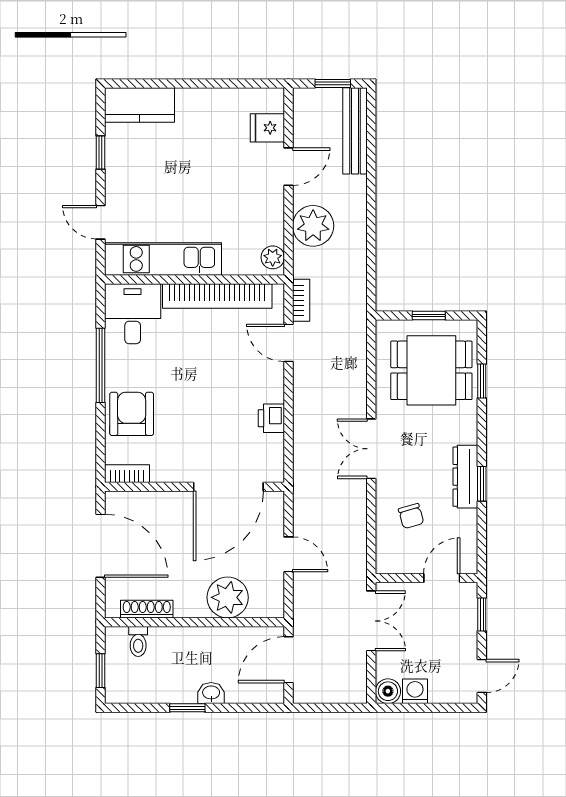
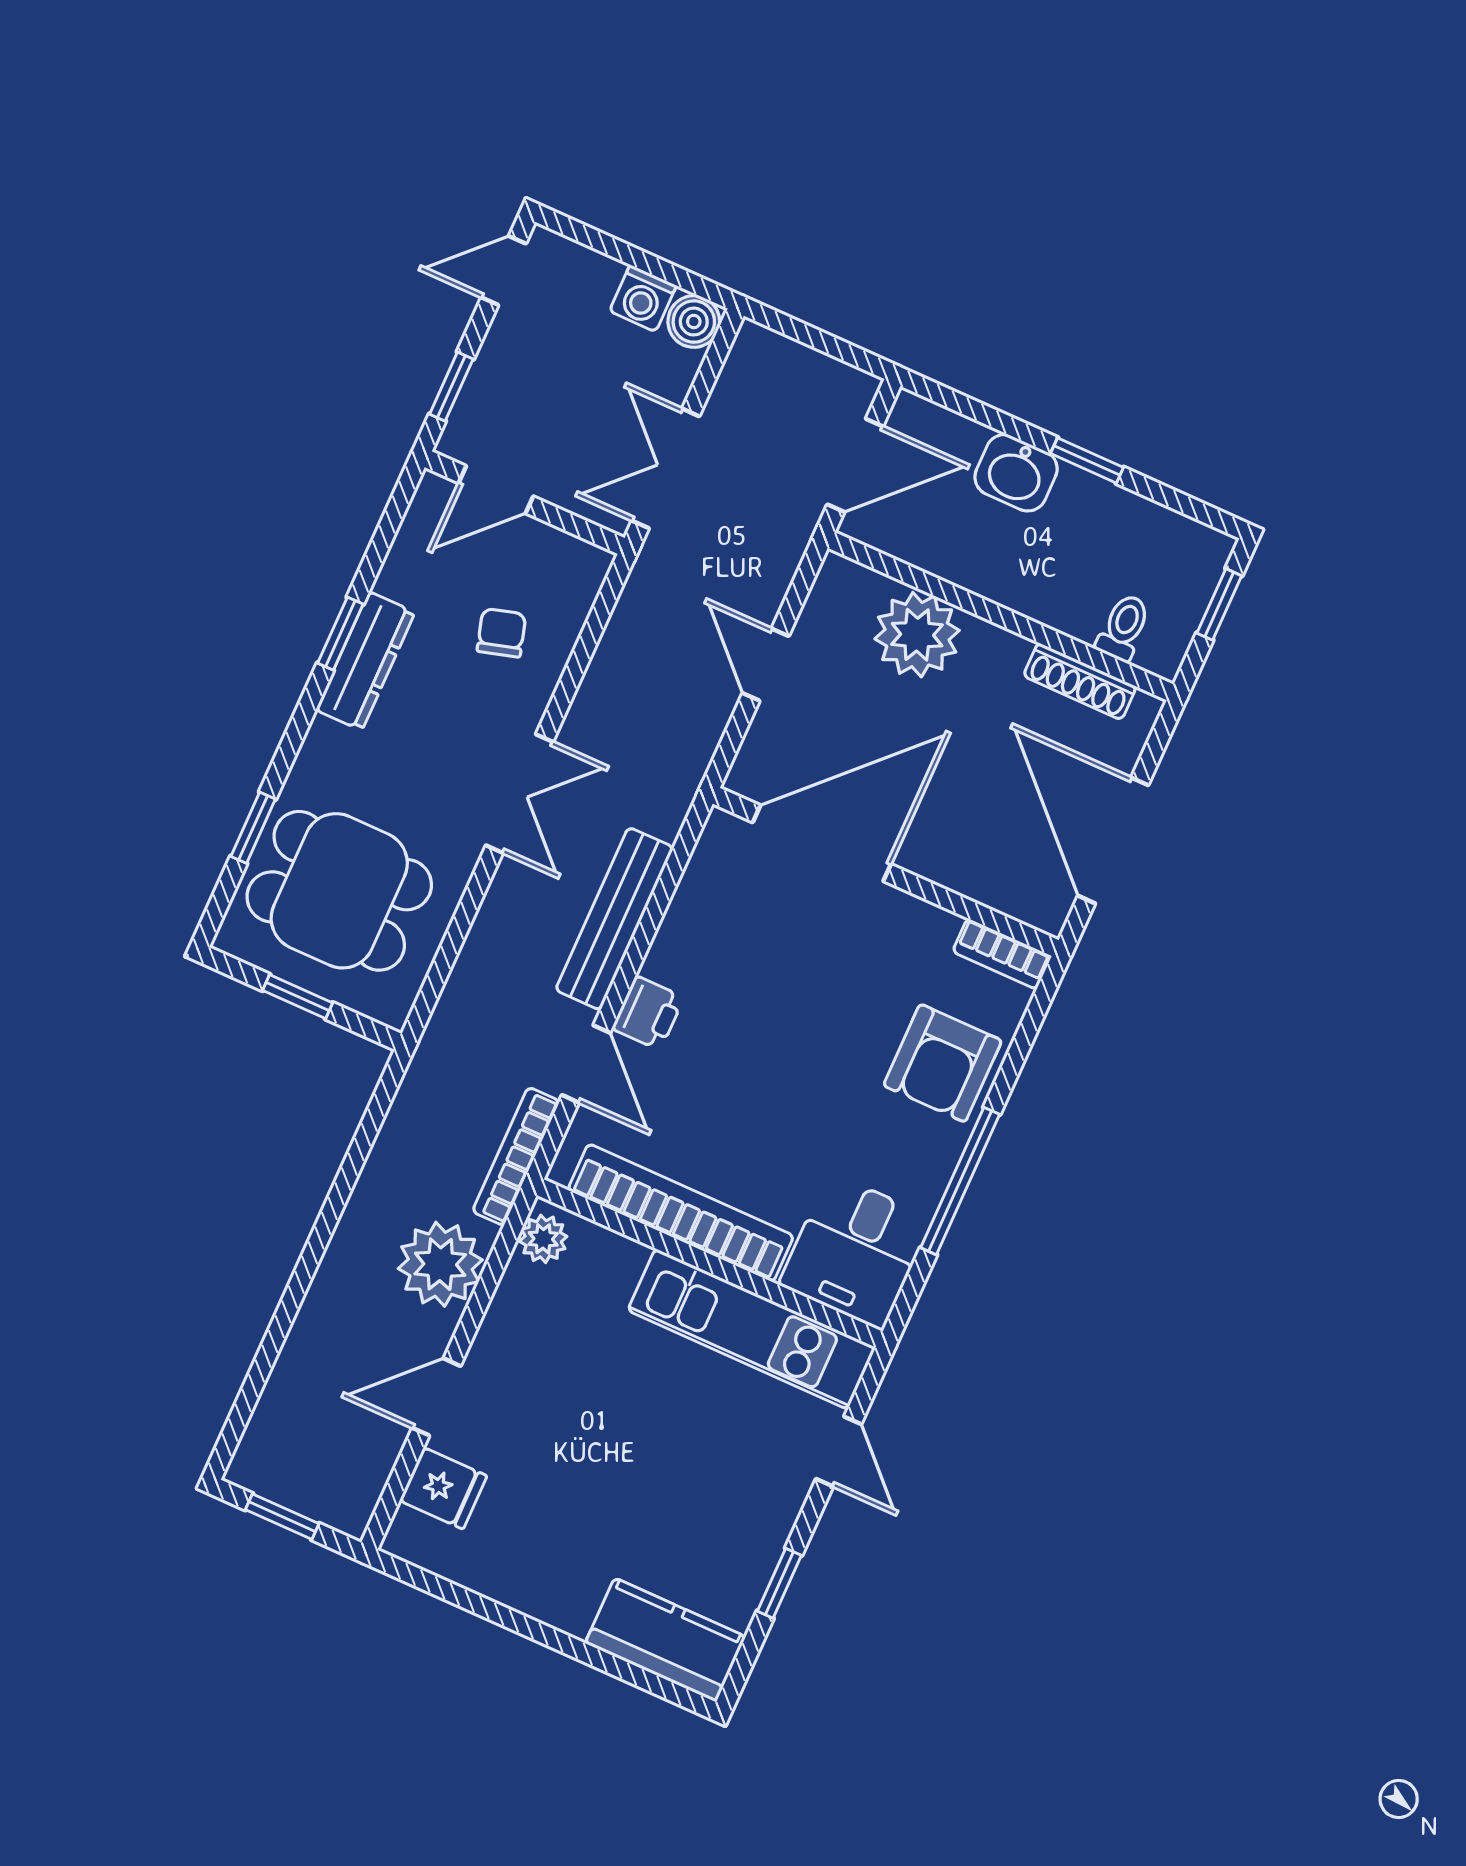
bench: (355, 131) -> (615, 919), moved
bookcase: (301, 300) -> (516, 1156), width x1.56
printer: (271, 418) -> (648, 1013), moved
washbasin: (211, 693) -> (1016, 473), width x1.38, depth x1.45

